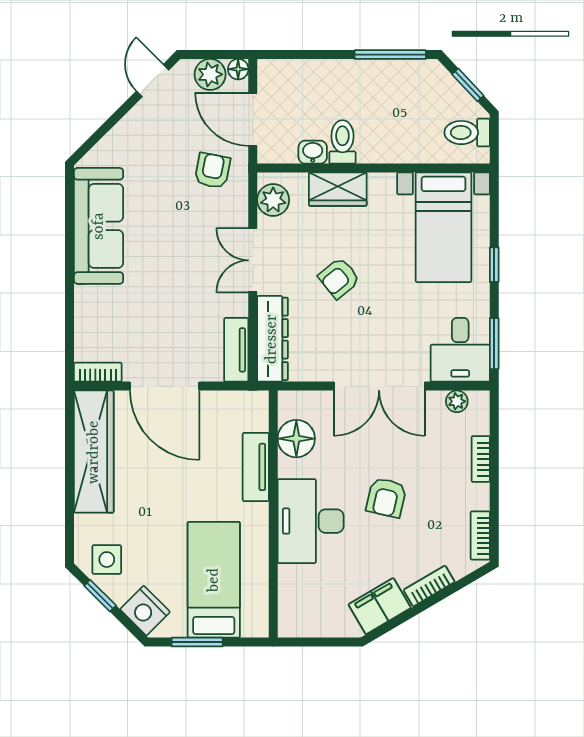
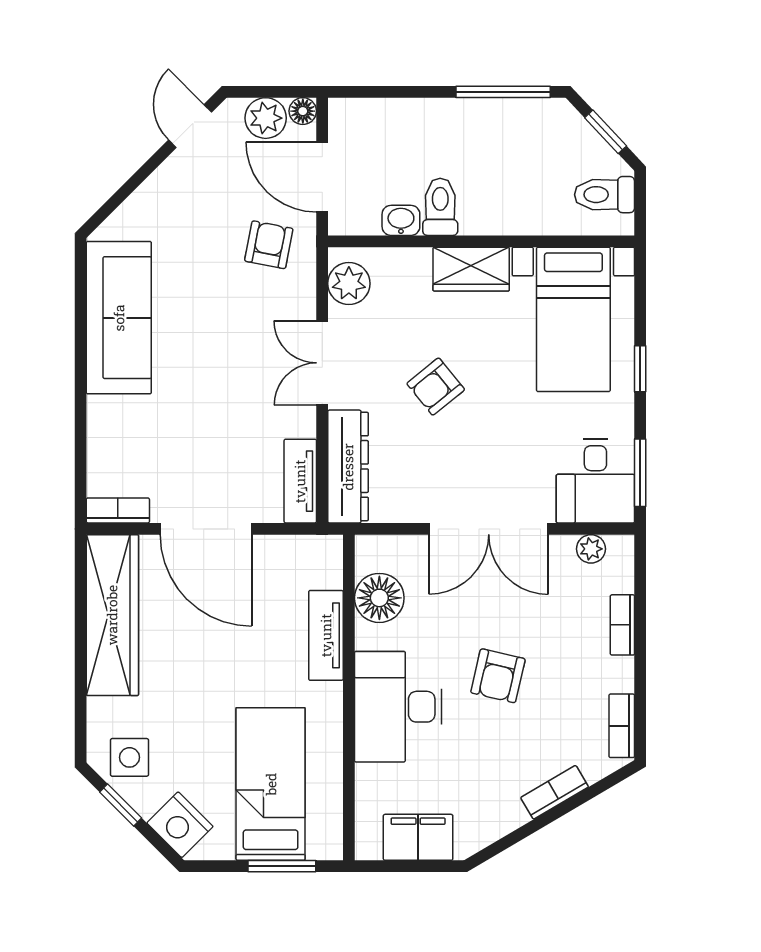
wardrobe: (338, 189) -> (471, 269), moved
filing cabinet: (380, 606) -> (418, 837), moved, turned 30
window: (197, 642) -> (282, 866), moved

